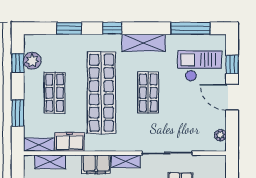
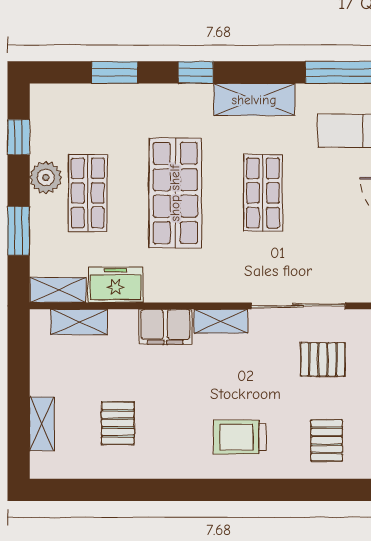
plant: (32, 61) -> (46, 177), moved
shop shelf: (101, 93) -> (175, 193), width x0.71

